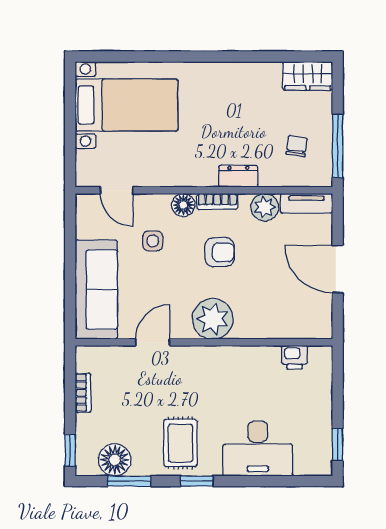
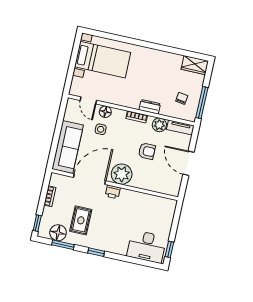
floor lamp: (183, 205) -> (105, 112), moved
armchair: (220, 252) -> (147, 151), moved
door: (153, 342) -> (90, 179), width x1.88
printer: (295, 357) -> (113, 192), moved
rug: (180, 443) -> (81, 220), moved
desk: (258, 449) -> (147, 247), moved

